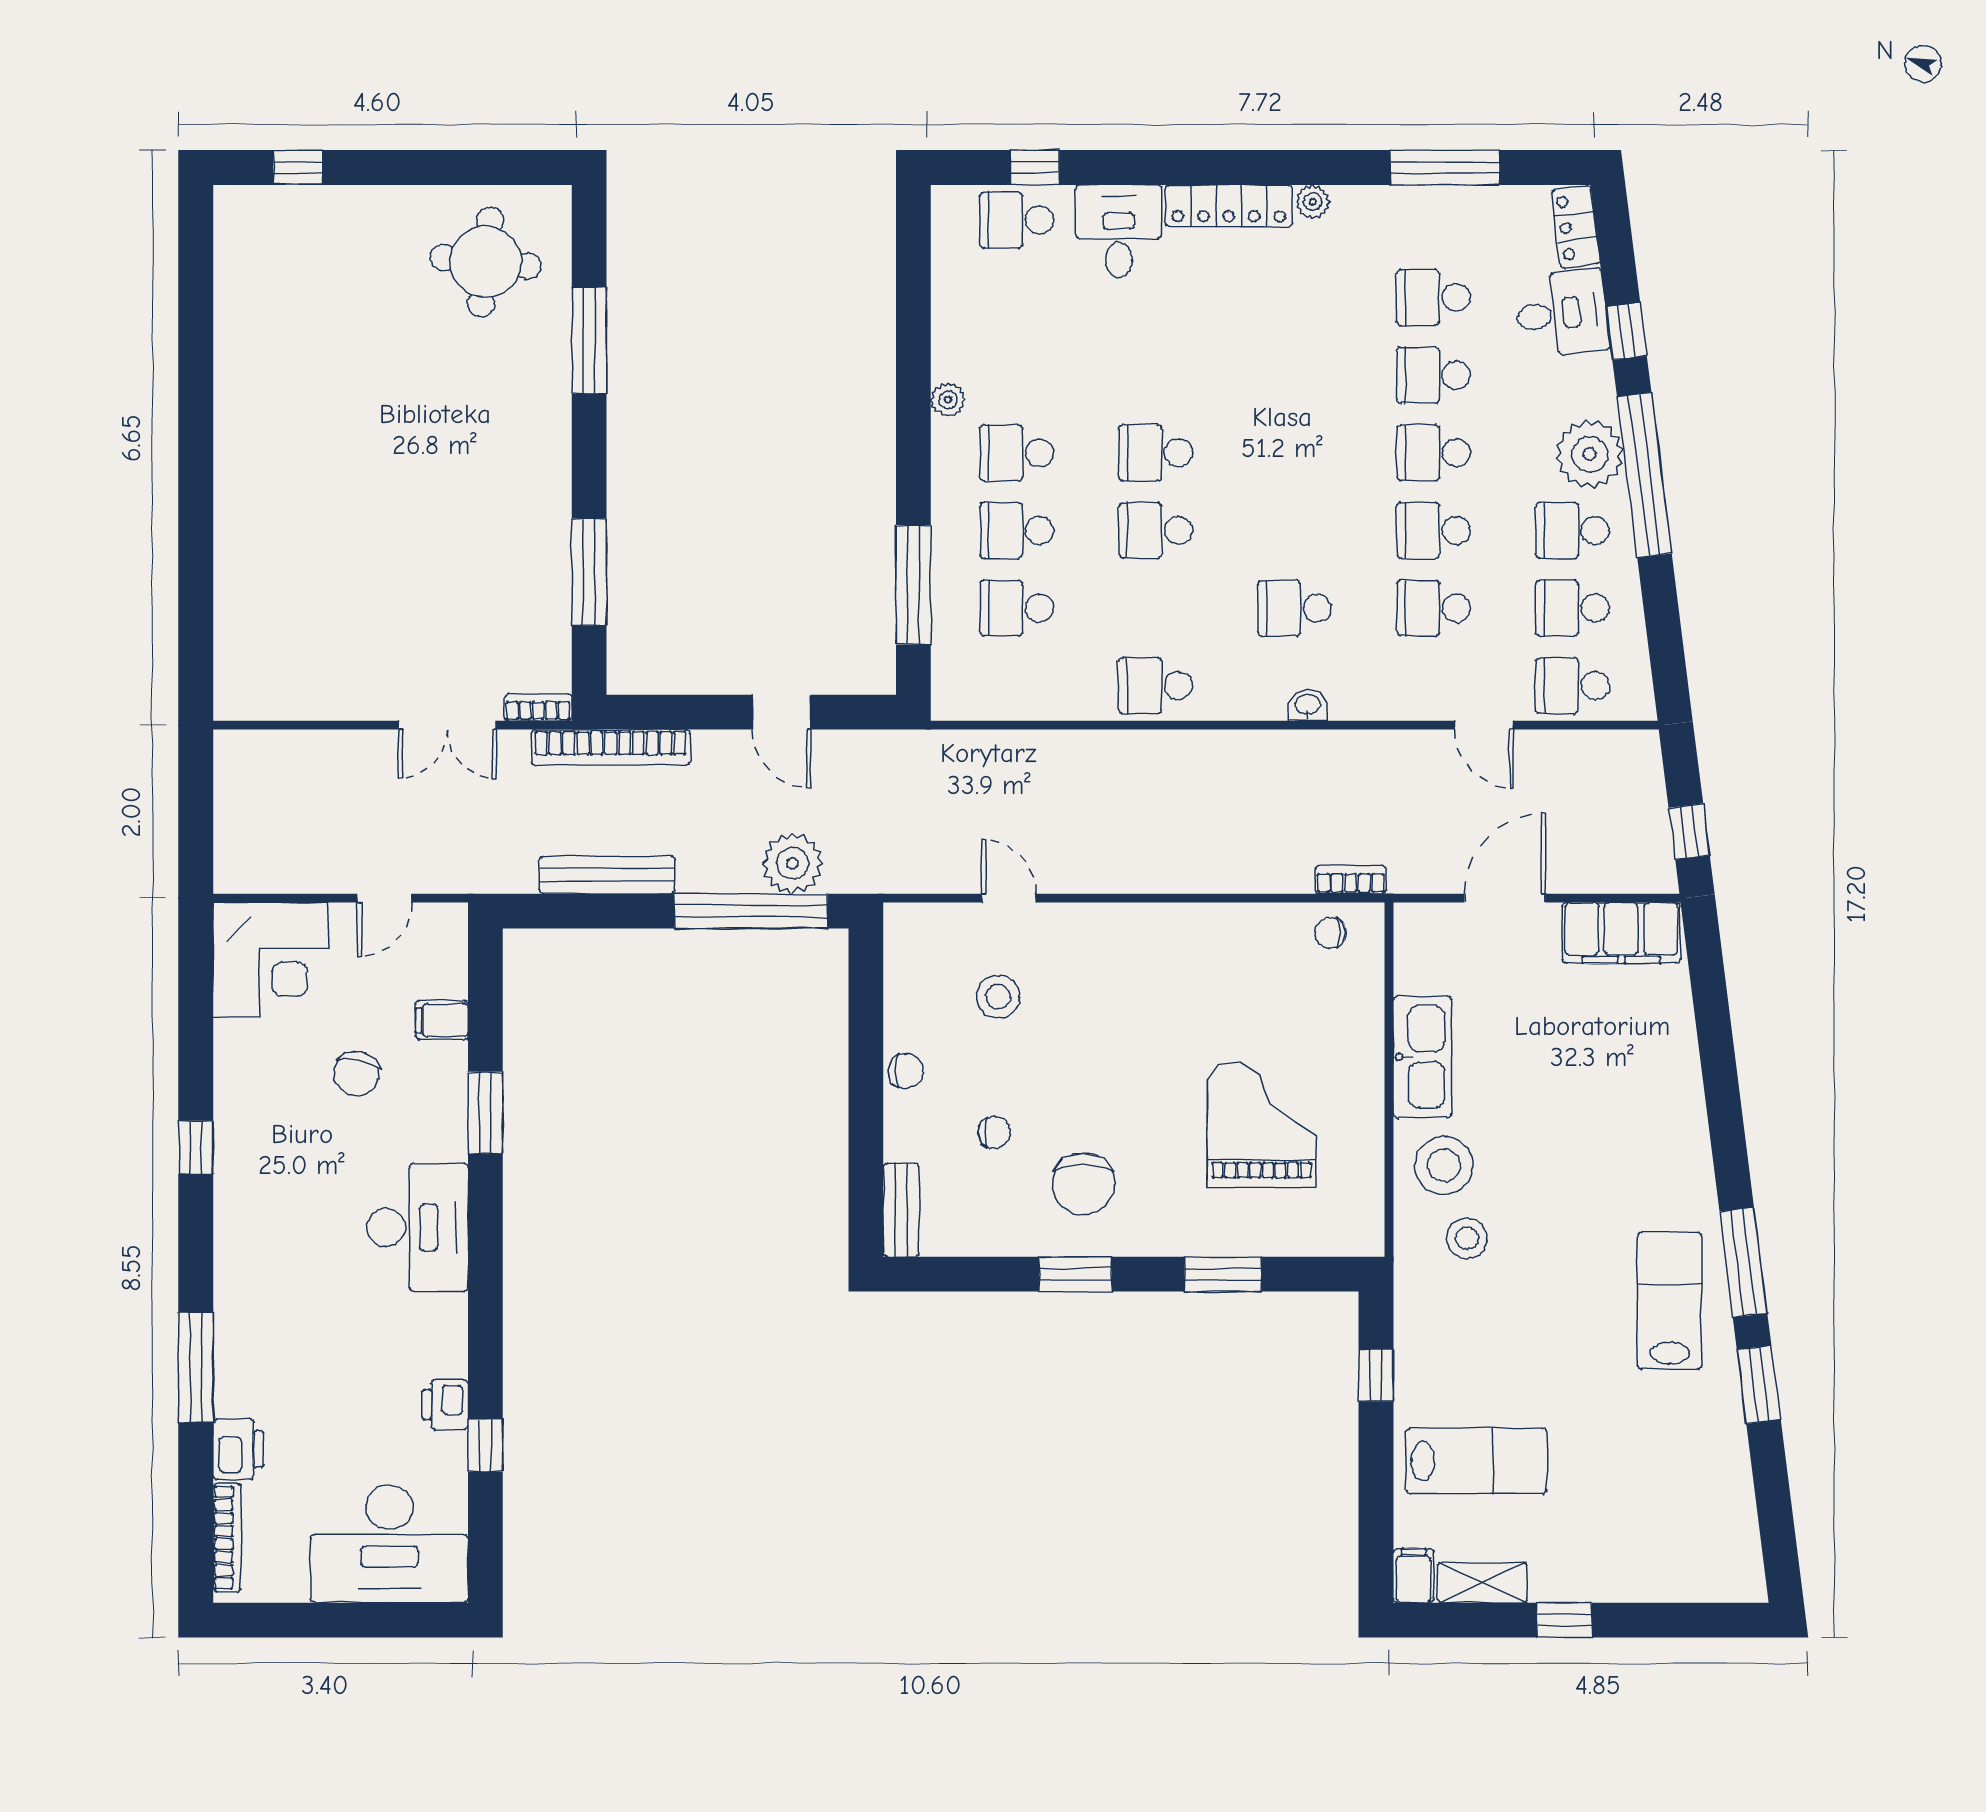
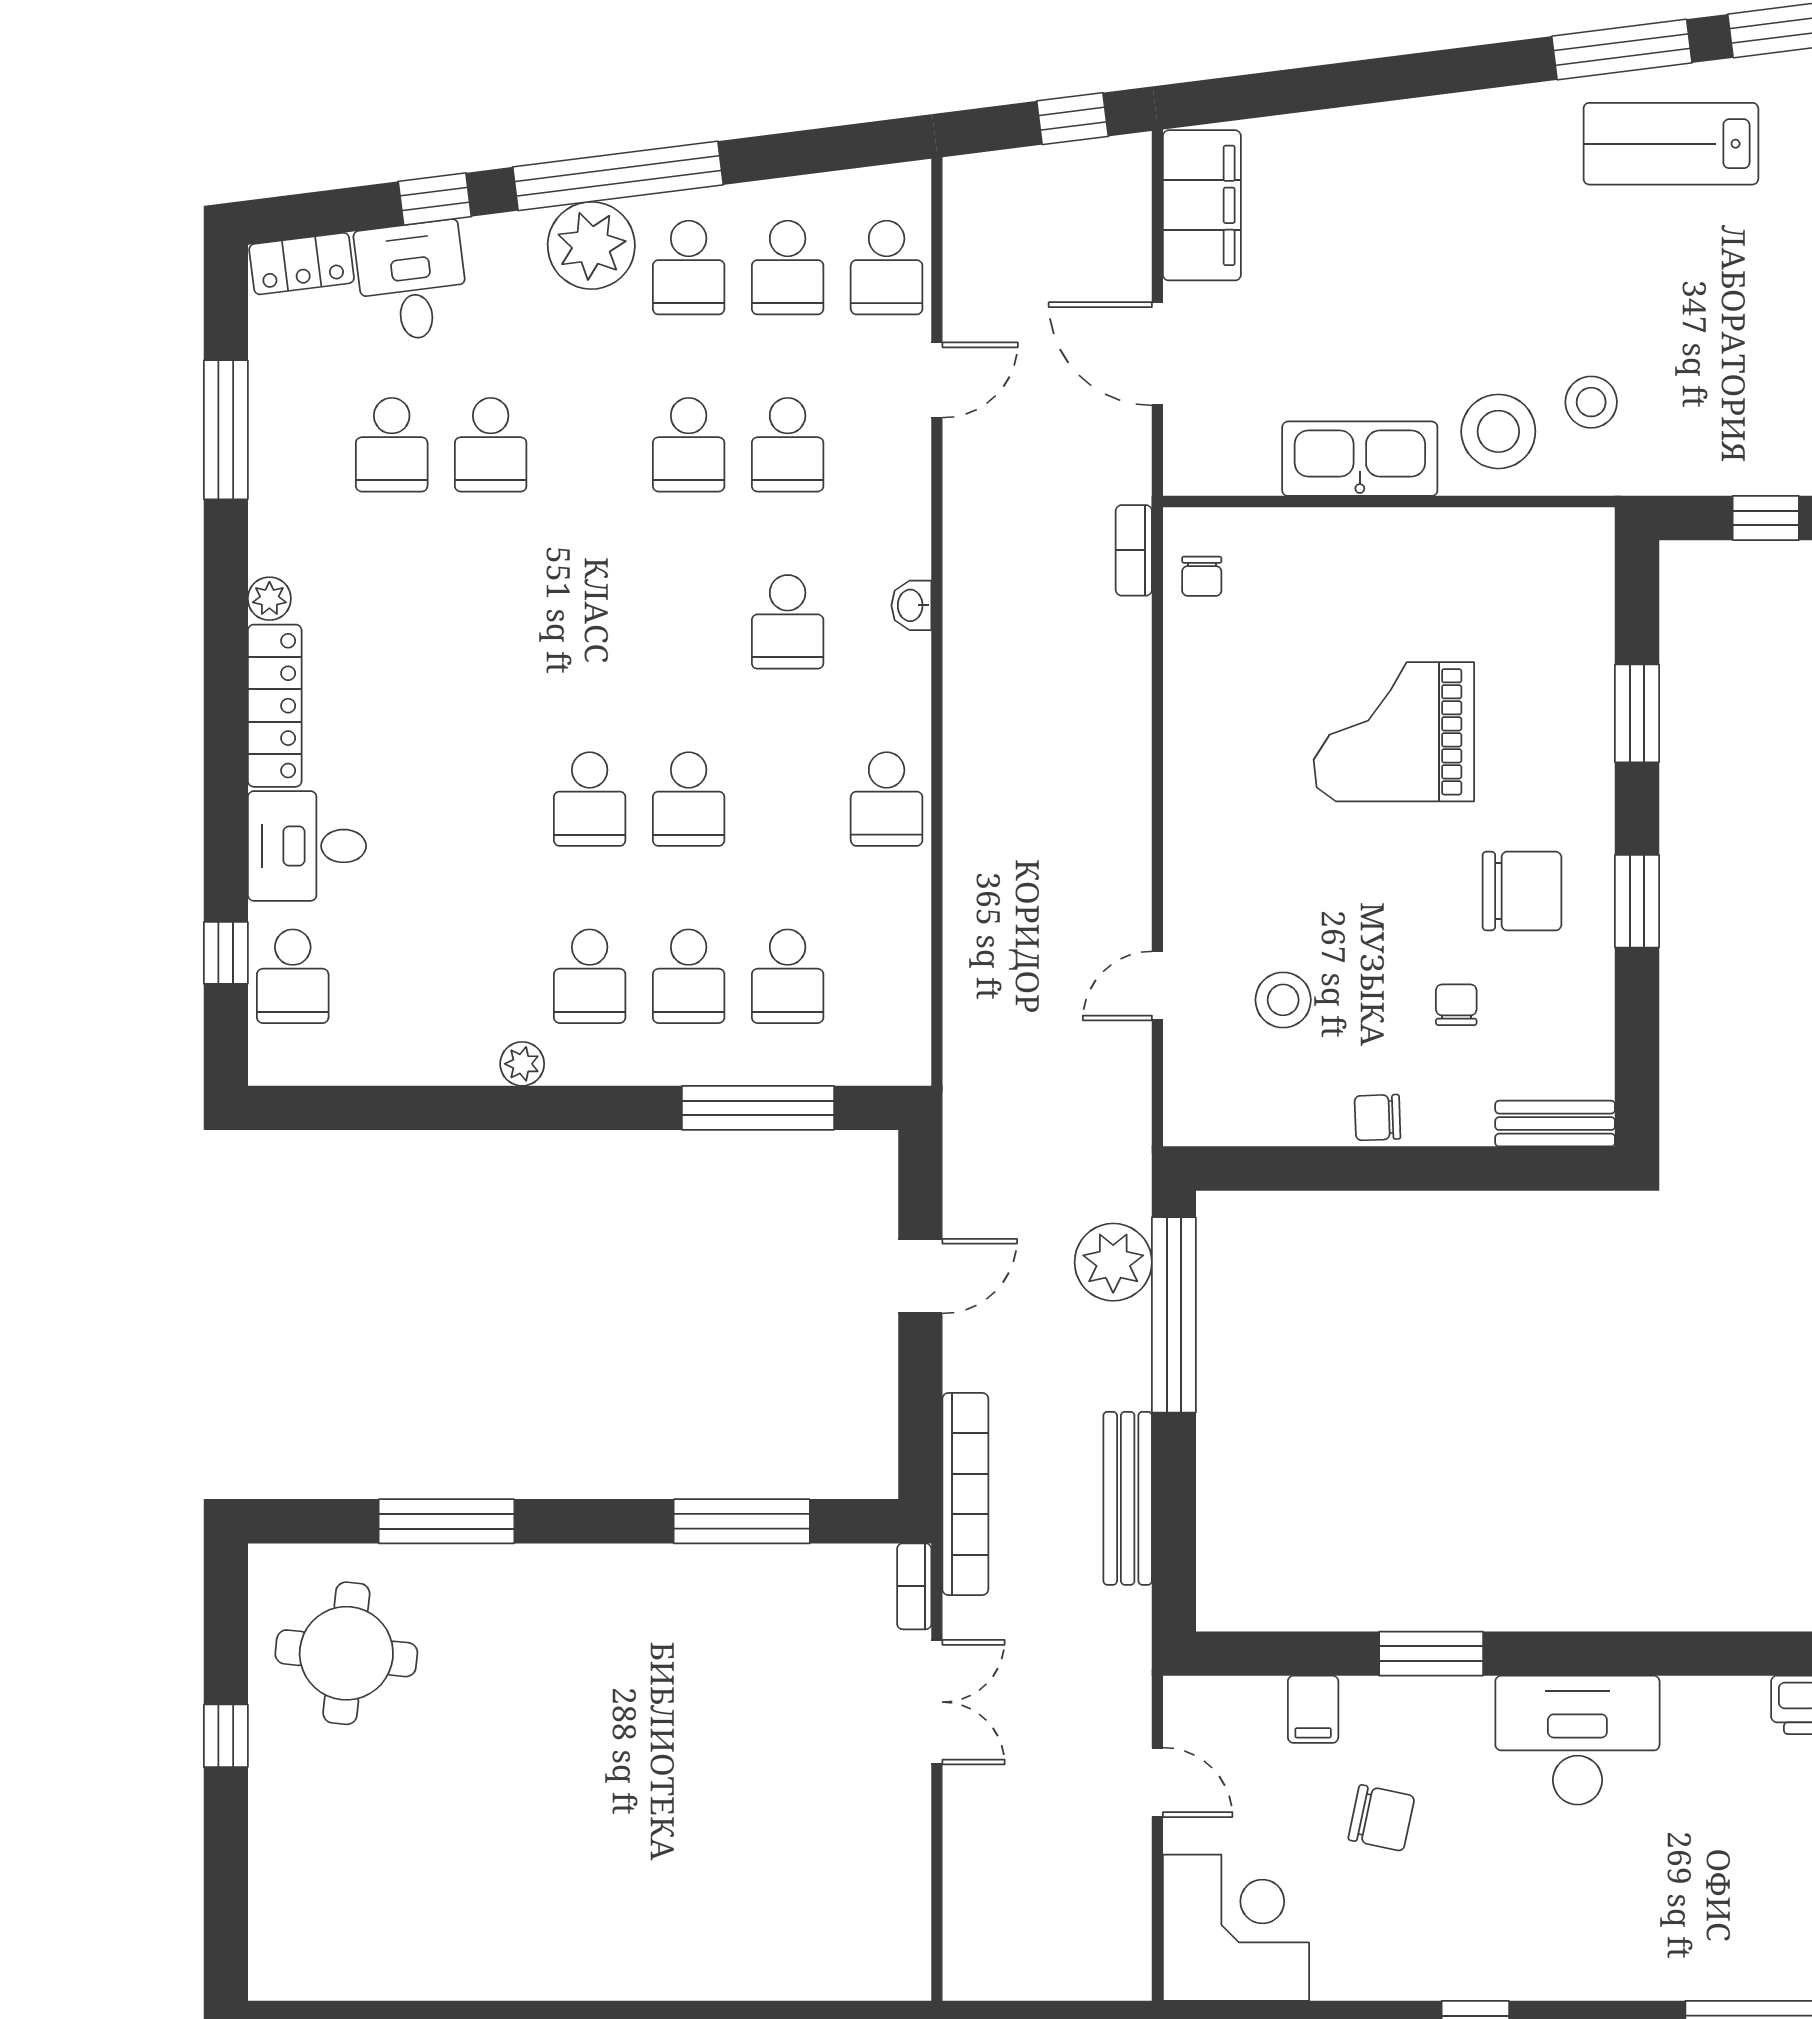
window: (298, 167) -> (226, 1736), moved
school desk: (1433, 453) -> (590, 445), removed
chair: (906, 1071) -> (1378, 1117), turned -92
grand piano: (1262, 1125) -> (1394, 732), moved

